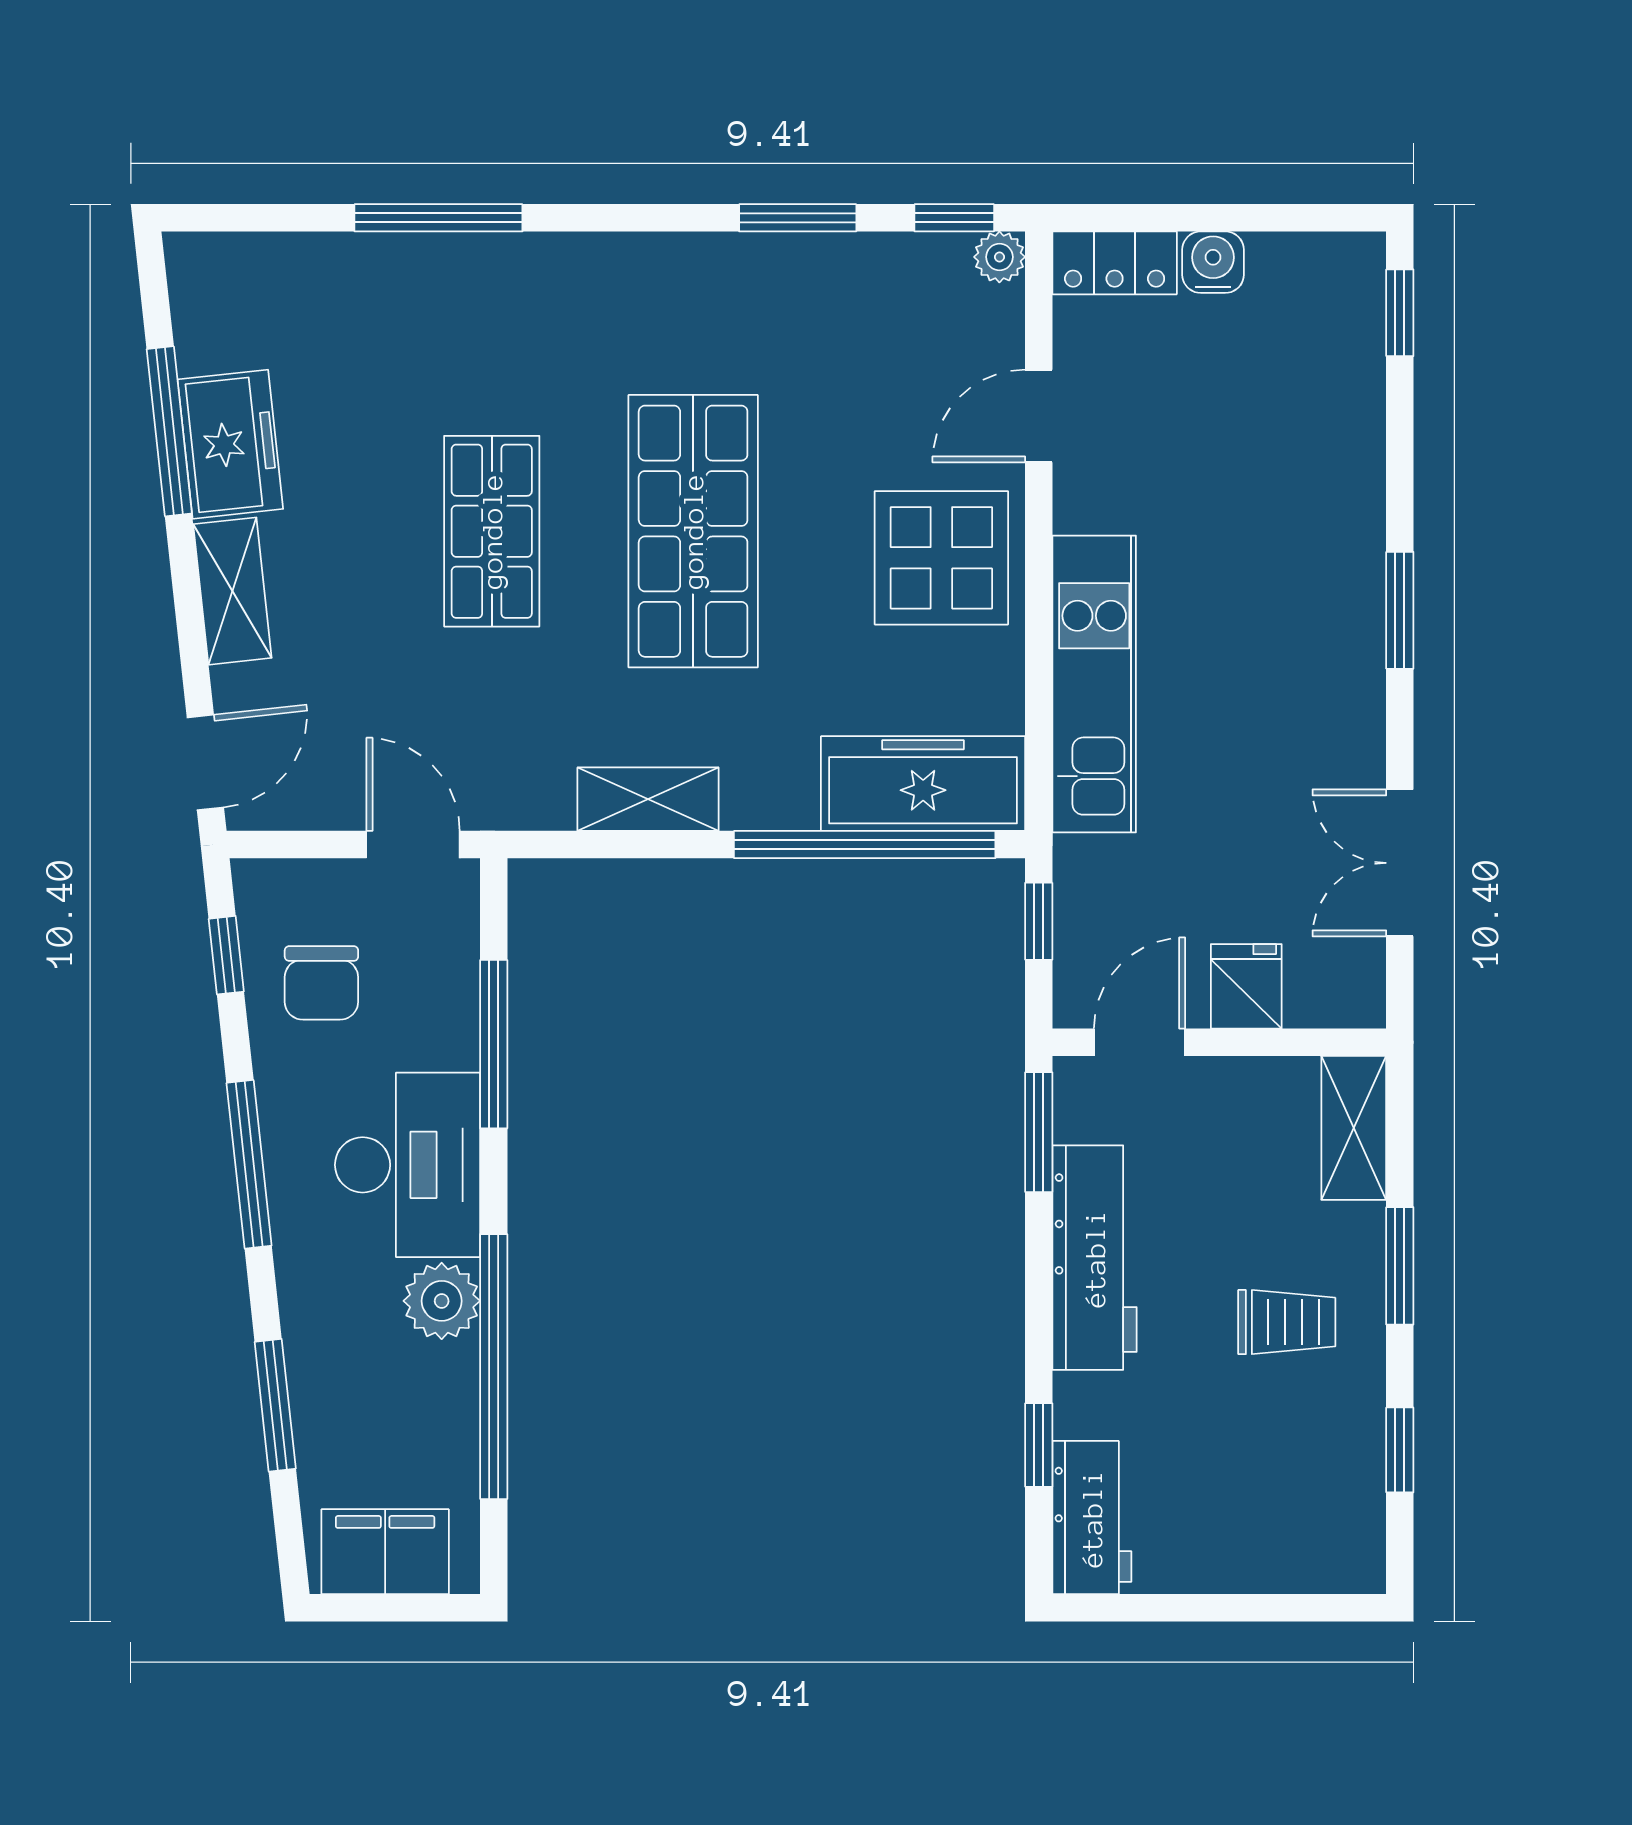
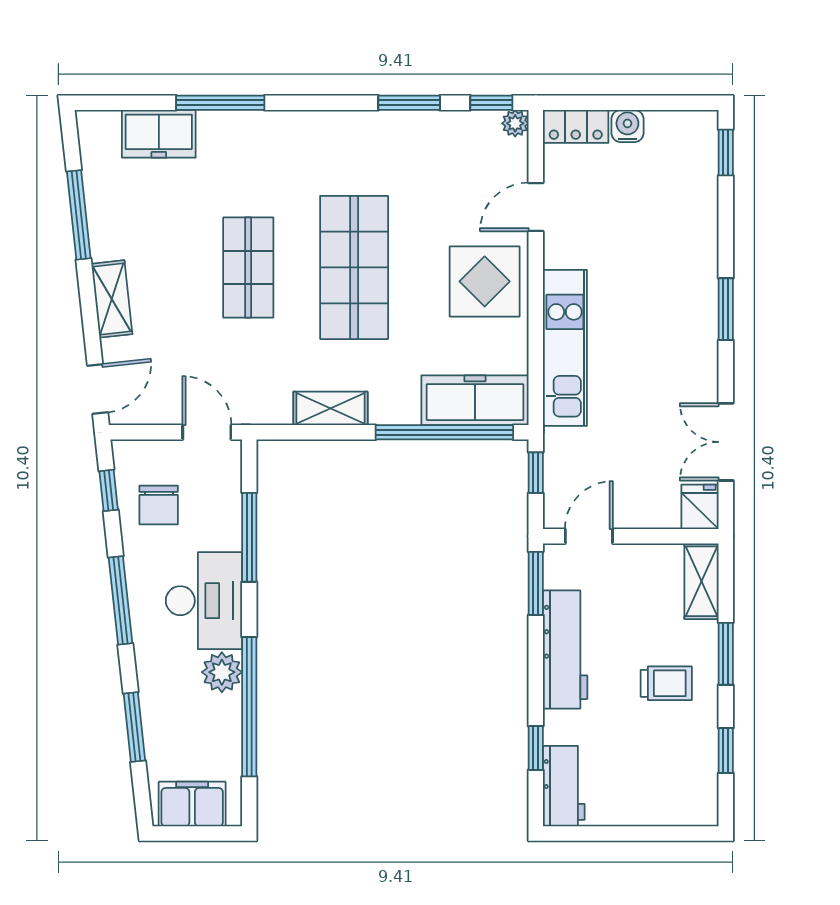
freezer: (230, 444) -> (159, 134), moved, turned 96
fridge: (1246, 986) -> (700, 507), moved

